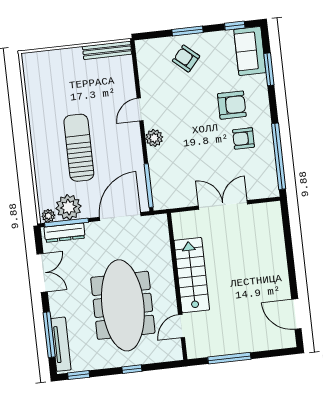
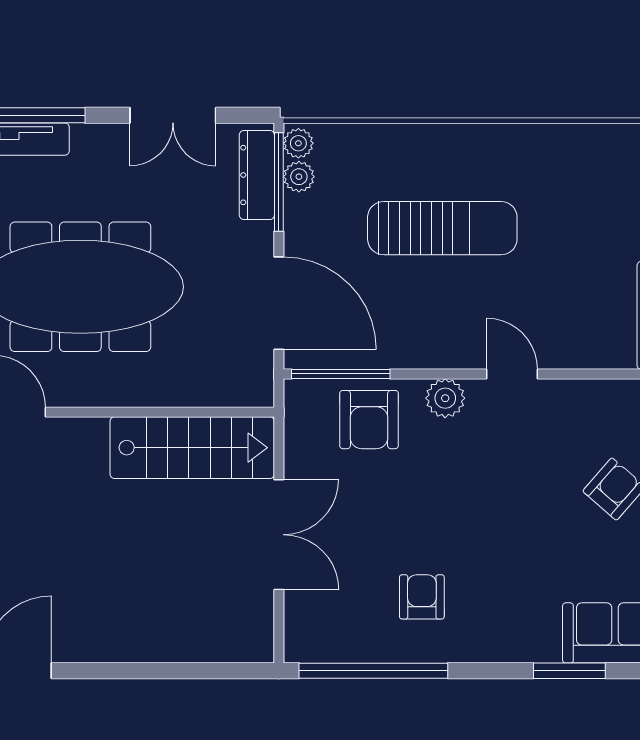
armchair: (232, 105) -> (369, 420), moved
plant: (69, 207) -> (299, 177), width x0.53, depth x0.53
stairs: (192, 275) -> (192, 448), moved

